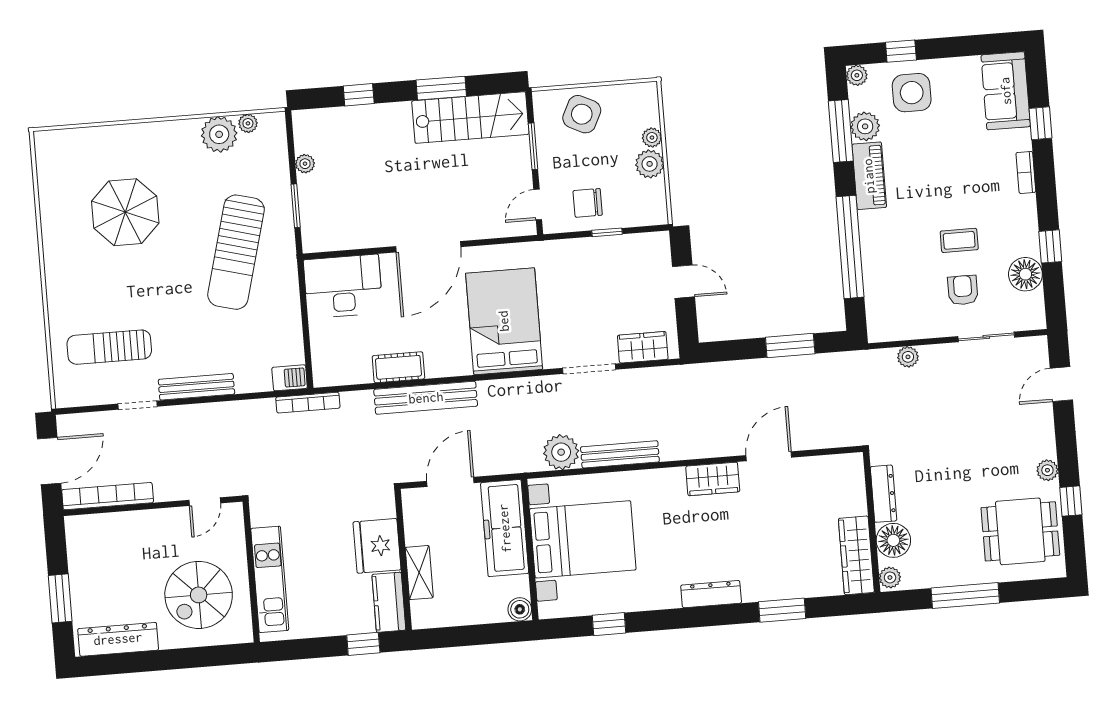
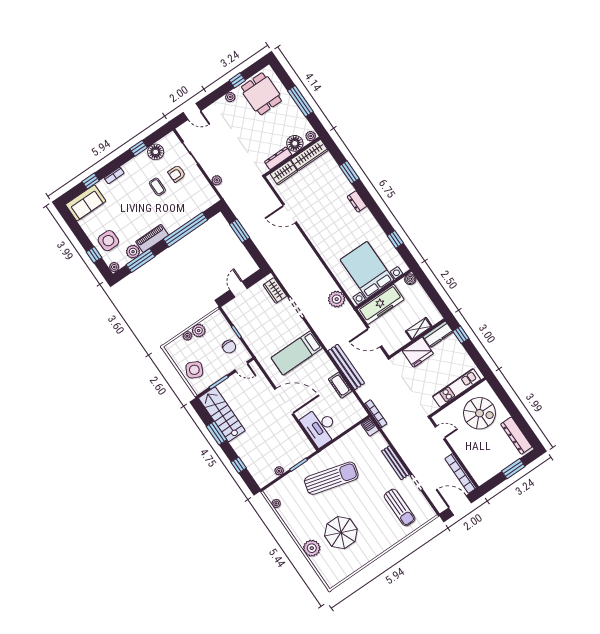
plant: (219, 134) -> (312, 548), moved
bed: (504, 321) -> (297, 353), width x0.67
bench: (620, 454) -> (324, 275), removed
wardrobe: (713, 479) -> (284, 173), moved, turned 90
dresser: (711, 594) -> (357, 201), width x0.70

